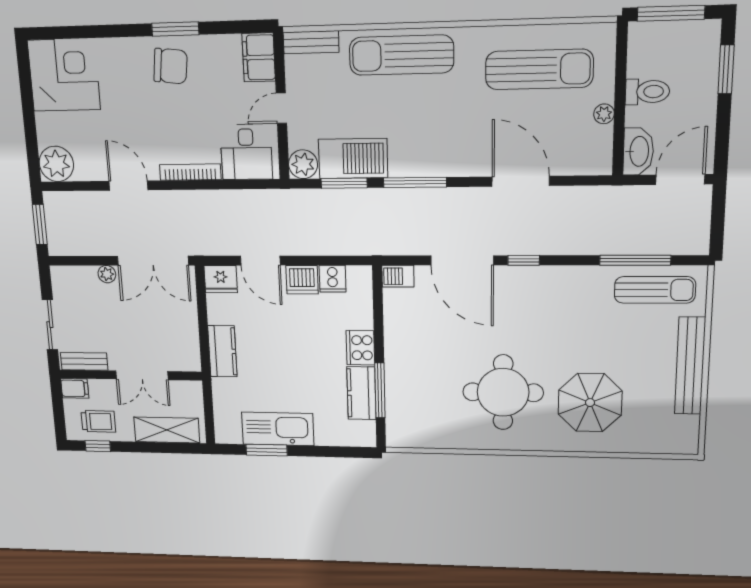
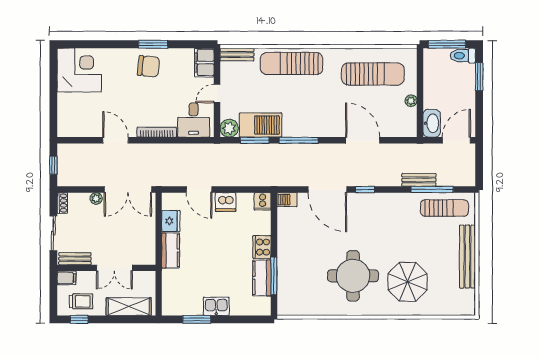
toilet: (647, 92) -> (463, 56), moved, turned 180
plant: (56, 164) -> (69, 126), removed
window: (40, 224) -> (53, 165), width x0.67
bench: (614, 245) -> (419, 180), added
fridge: (221, 279) -> (171, 221), moved, turned -90
cooker: (332, 279) -> (263, 201), moved
shoe rack: (58, 281) -> (62, 203), added
kitchen sink: (278, 429) -> (216, 306), width x0.53, depth x0.81

